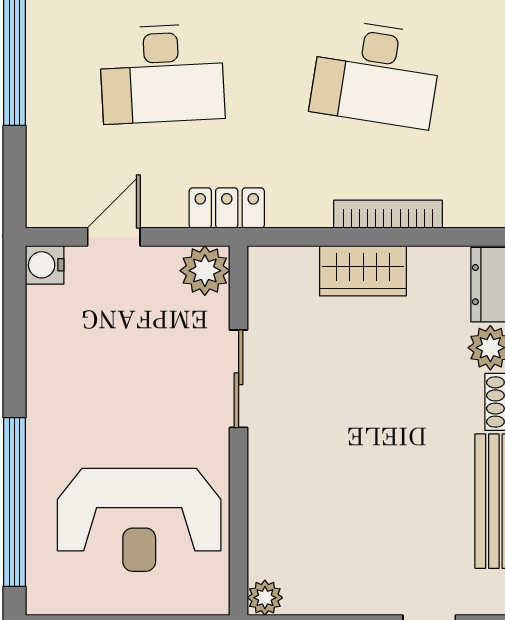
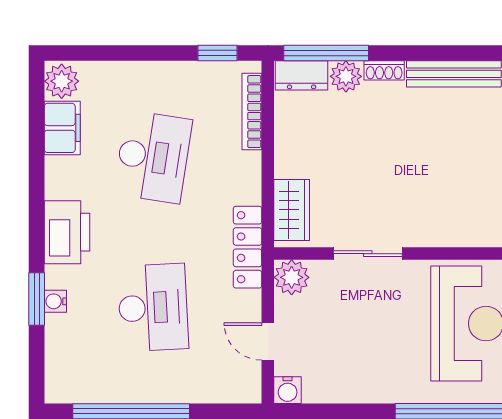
locker: (227, 208) -> (248, 247), width x1.53
bookcase: (388, 214) -> (252, 112), moved
wardrobe: (363, 271) -> (292, 210), moved

